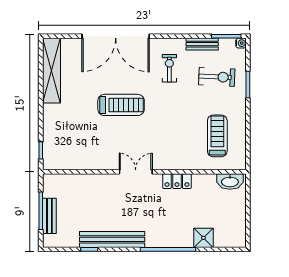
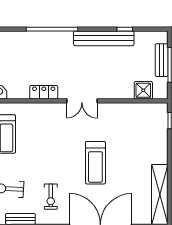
treadmill: (121, 105) -> (95, 163), turned -90
shower: (203, 238) -> (143, 90), moved

